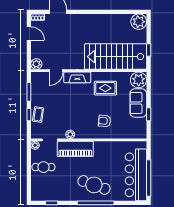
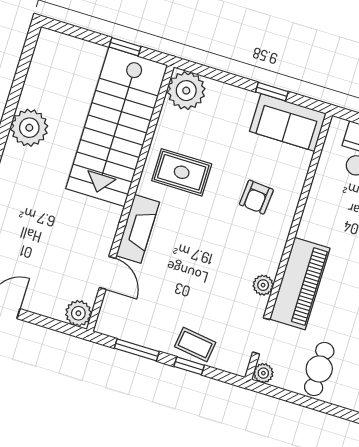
plant: (139, 22) -> (29, 128), moved
rug: (105, 88) -> (182, 172), turned 90
sofa: (138, 103) -> (288, 122), moved

